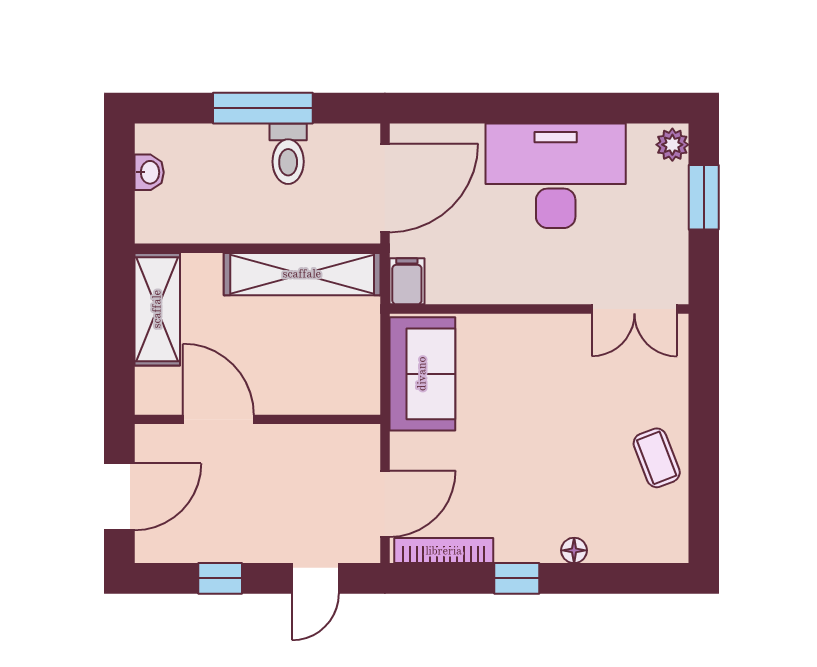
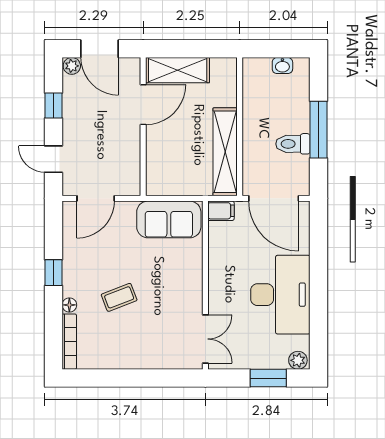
shelving: (157, 309) -> (178, 70), moved
double door: (634, 309) -> (205, 339), swing flipped
coffee table: (657, 458) -> (119, 297), moved
door: (385, 504) -> (96, 198), hinge flipped
plant: (150, 546) -> (72, 66), added
bookcase: (444, 551) -> (69, 342), moved

